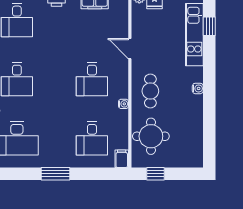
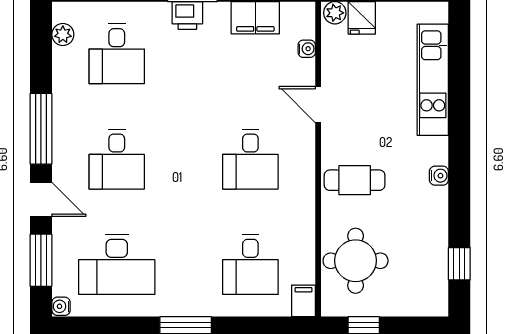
window: (209, 26) -> (459, 264), moved
cafe table: (150, 91) -> (355, 180), turned 90
water cooler: (124, 104) -> (307, 49), moved

